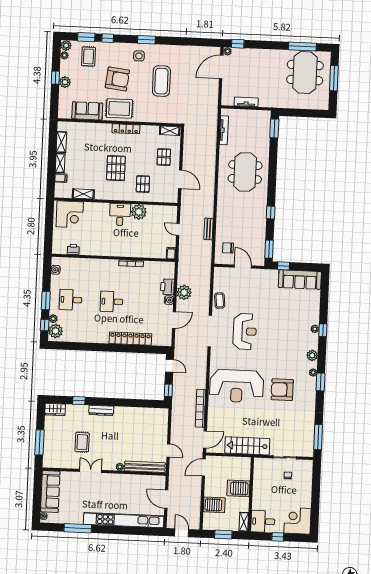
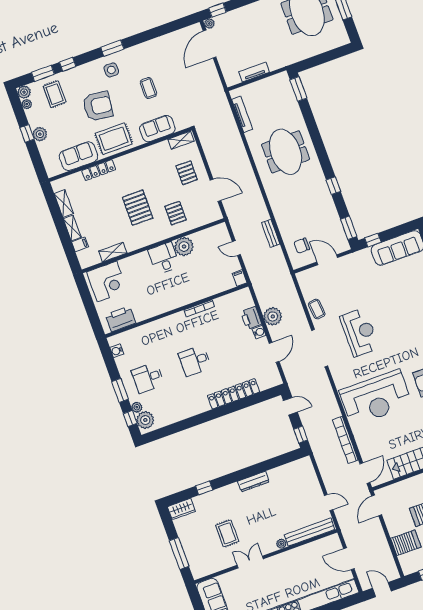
coffee table: (161, 81) -> (148, 88), width x0.54, depth x0.58
sofa: (155, 115) -> (157, 129), added
locker: (126, 129) -> (99, 170), moved
printer: (73, 249) -> (121, 319), width x1.87, depth x1.48
dresser: (101, 410) -> (253, 482), moved

